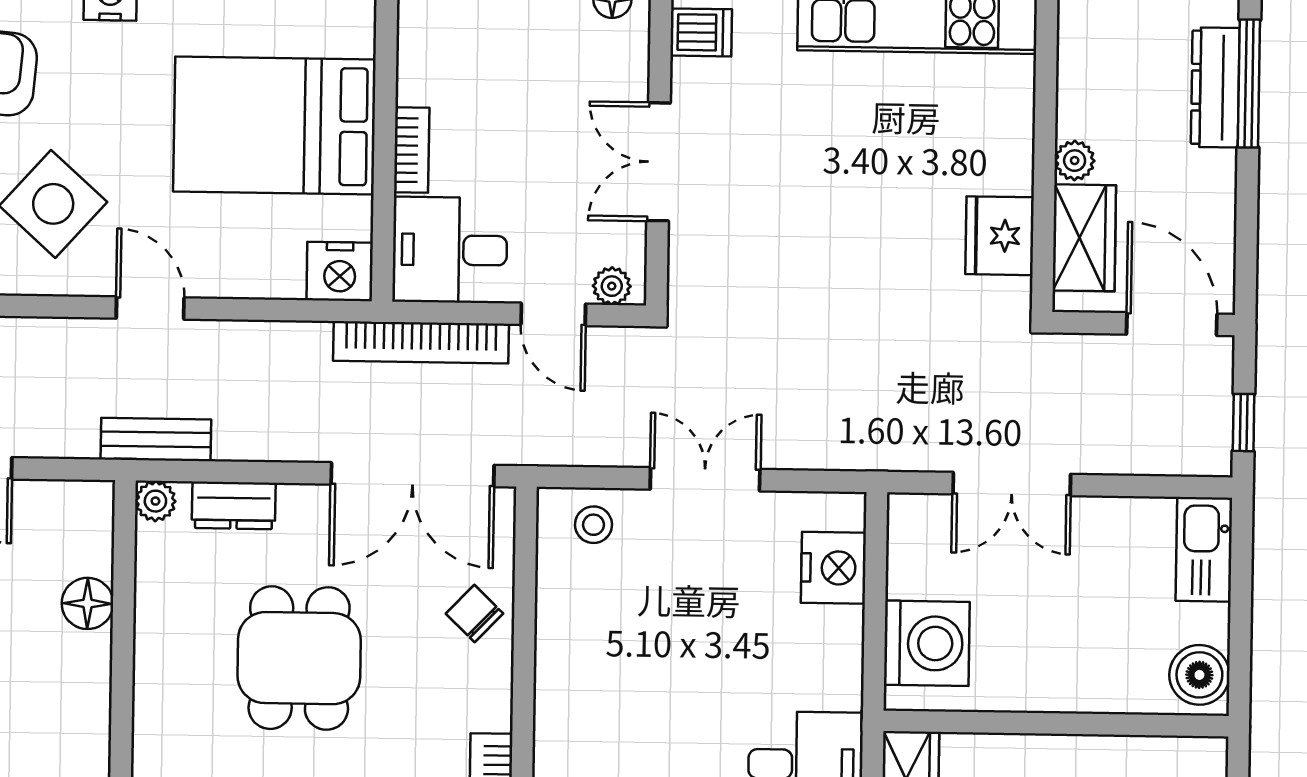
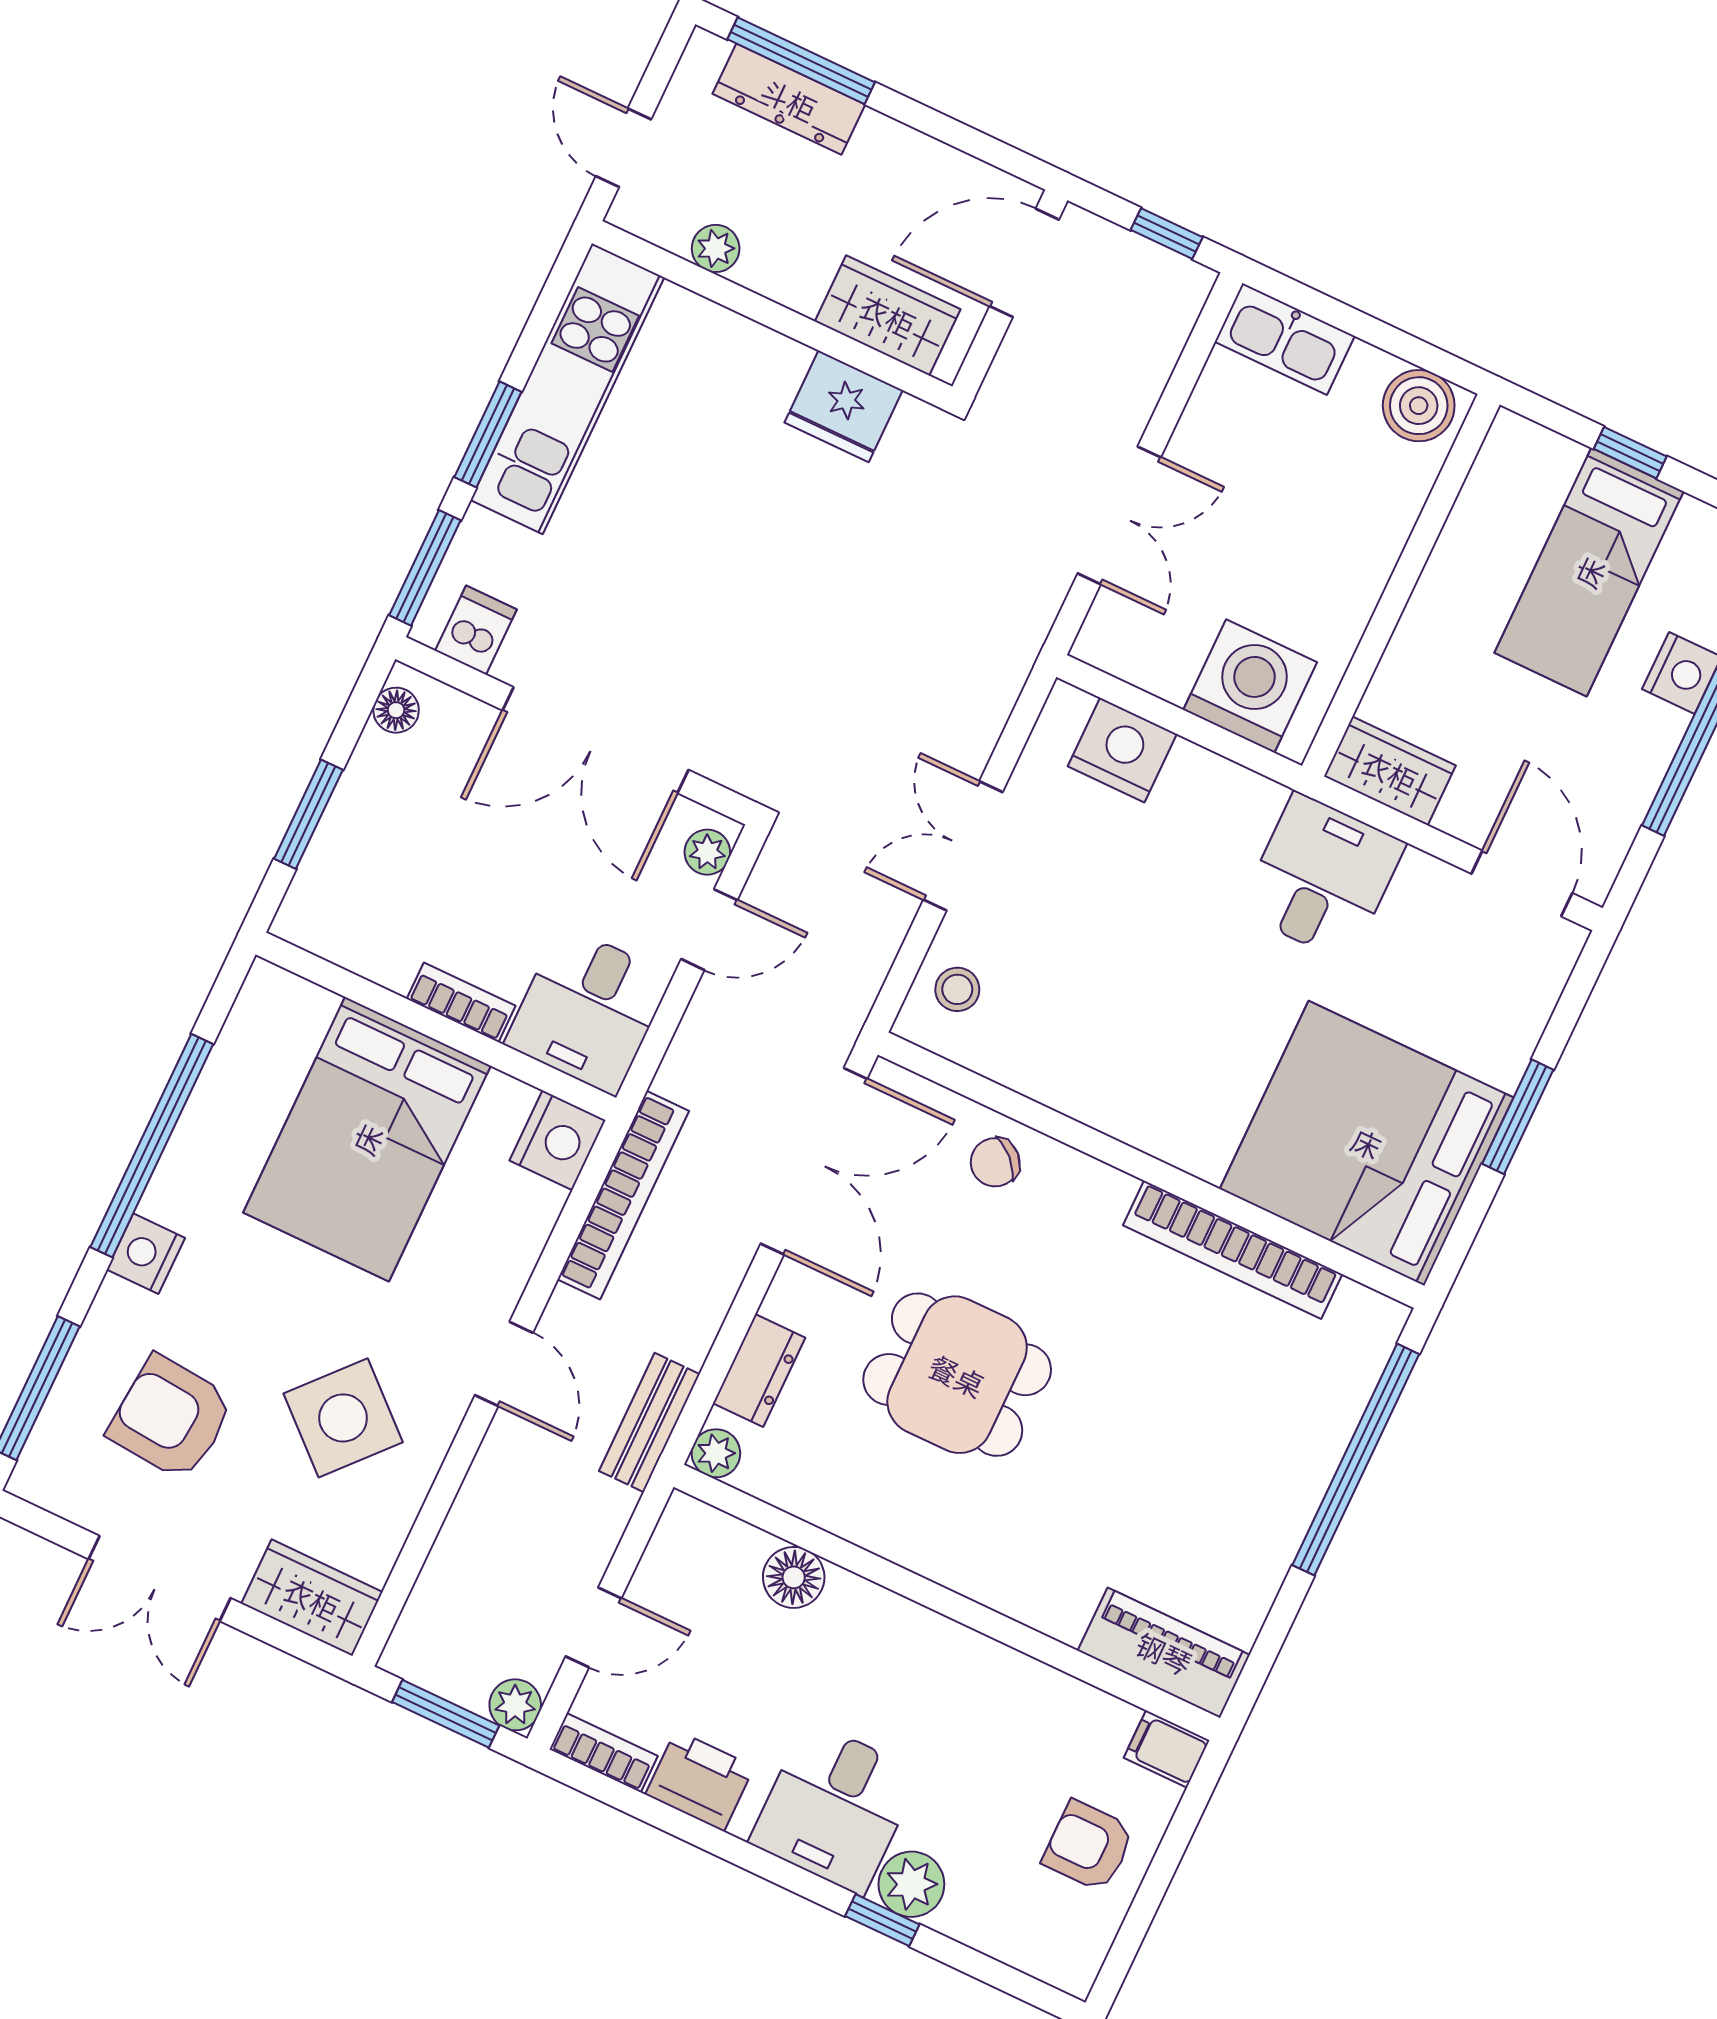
plant: (1075, 161) -> (716, 248), moved
double door: (659, 162) -> (595, 740), width x1.37
door: (150, 308) -> (504, 1364), swing flipped
bookcase: (421, 342) -> (623, 1195), moved

